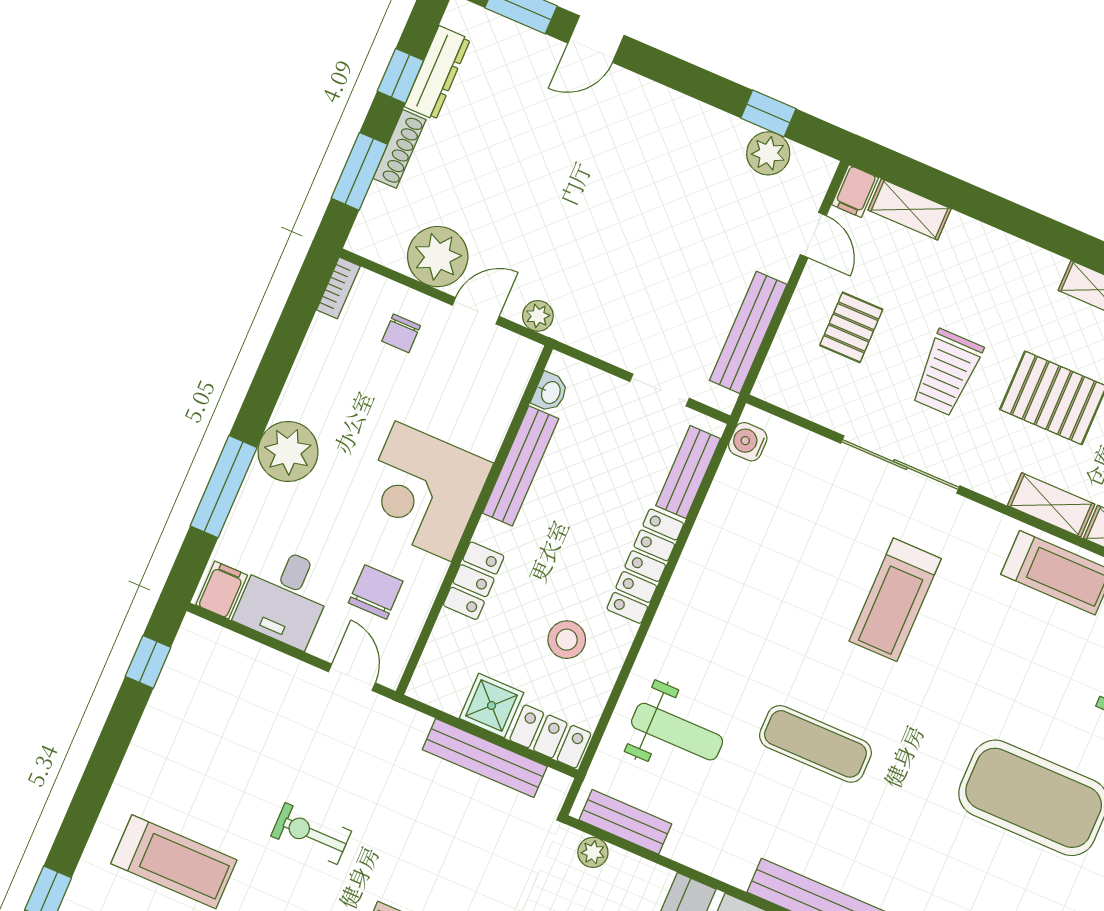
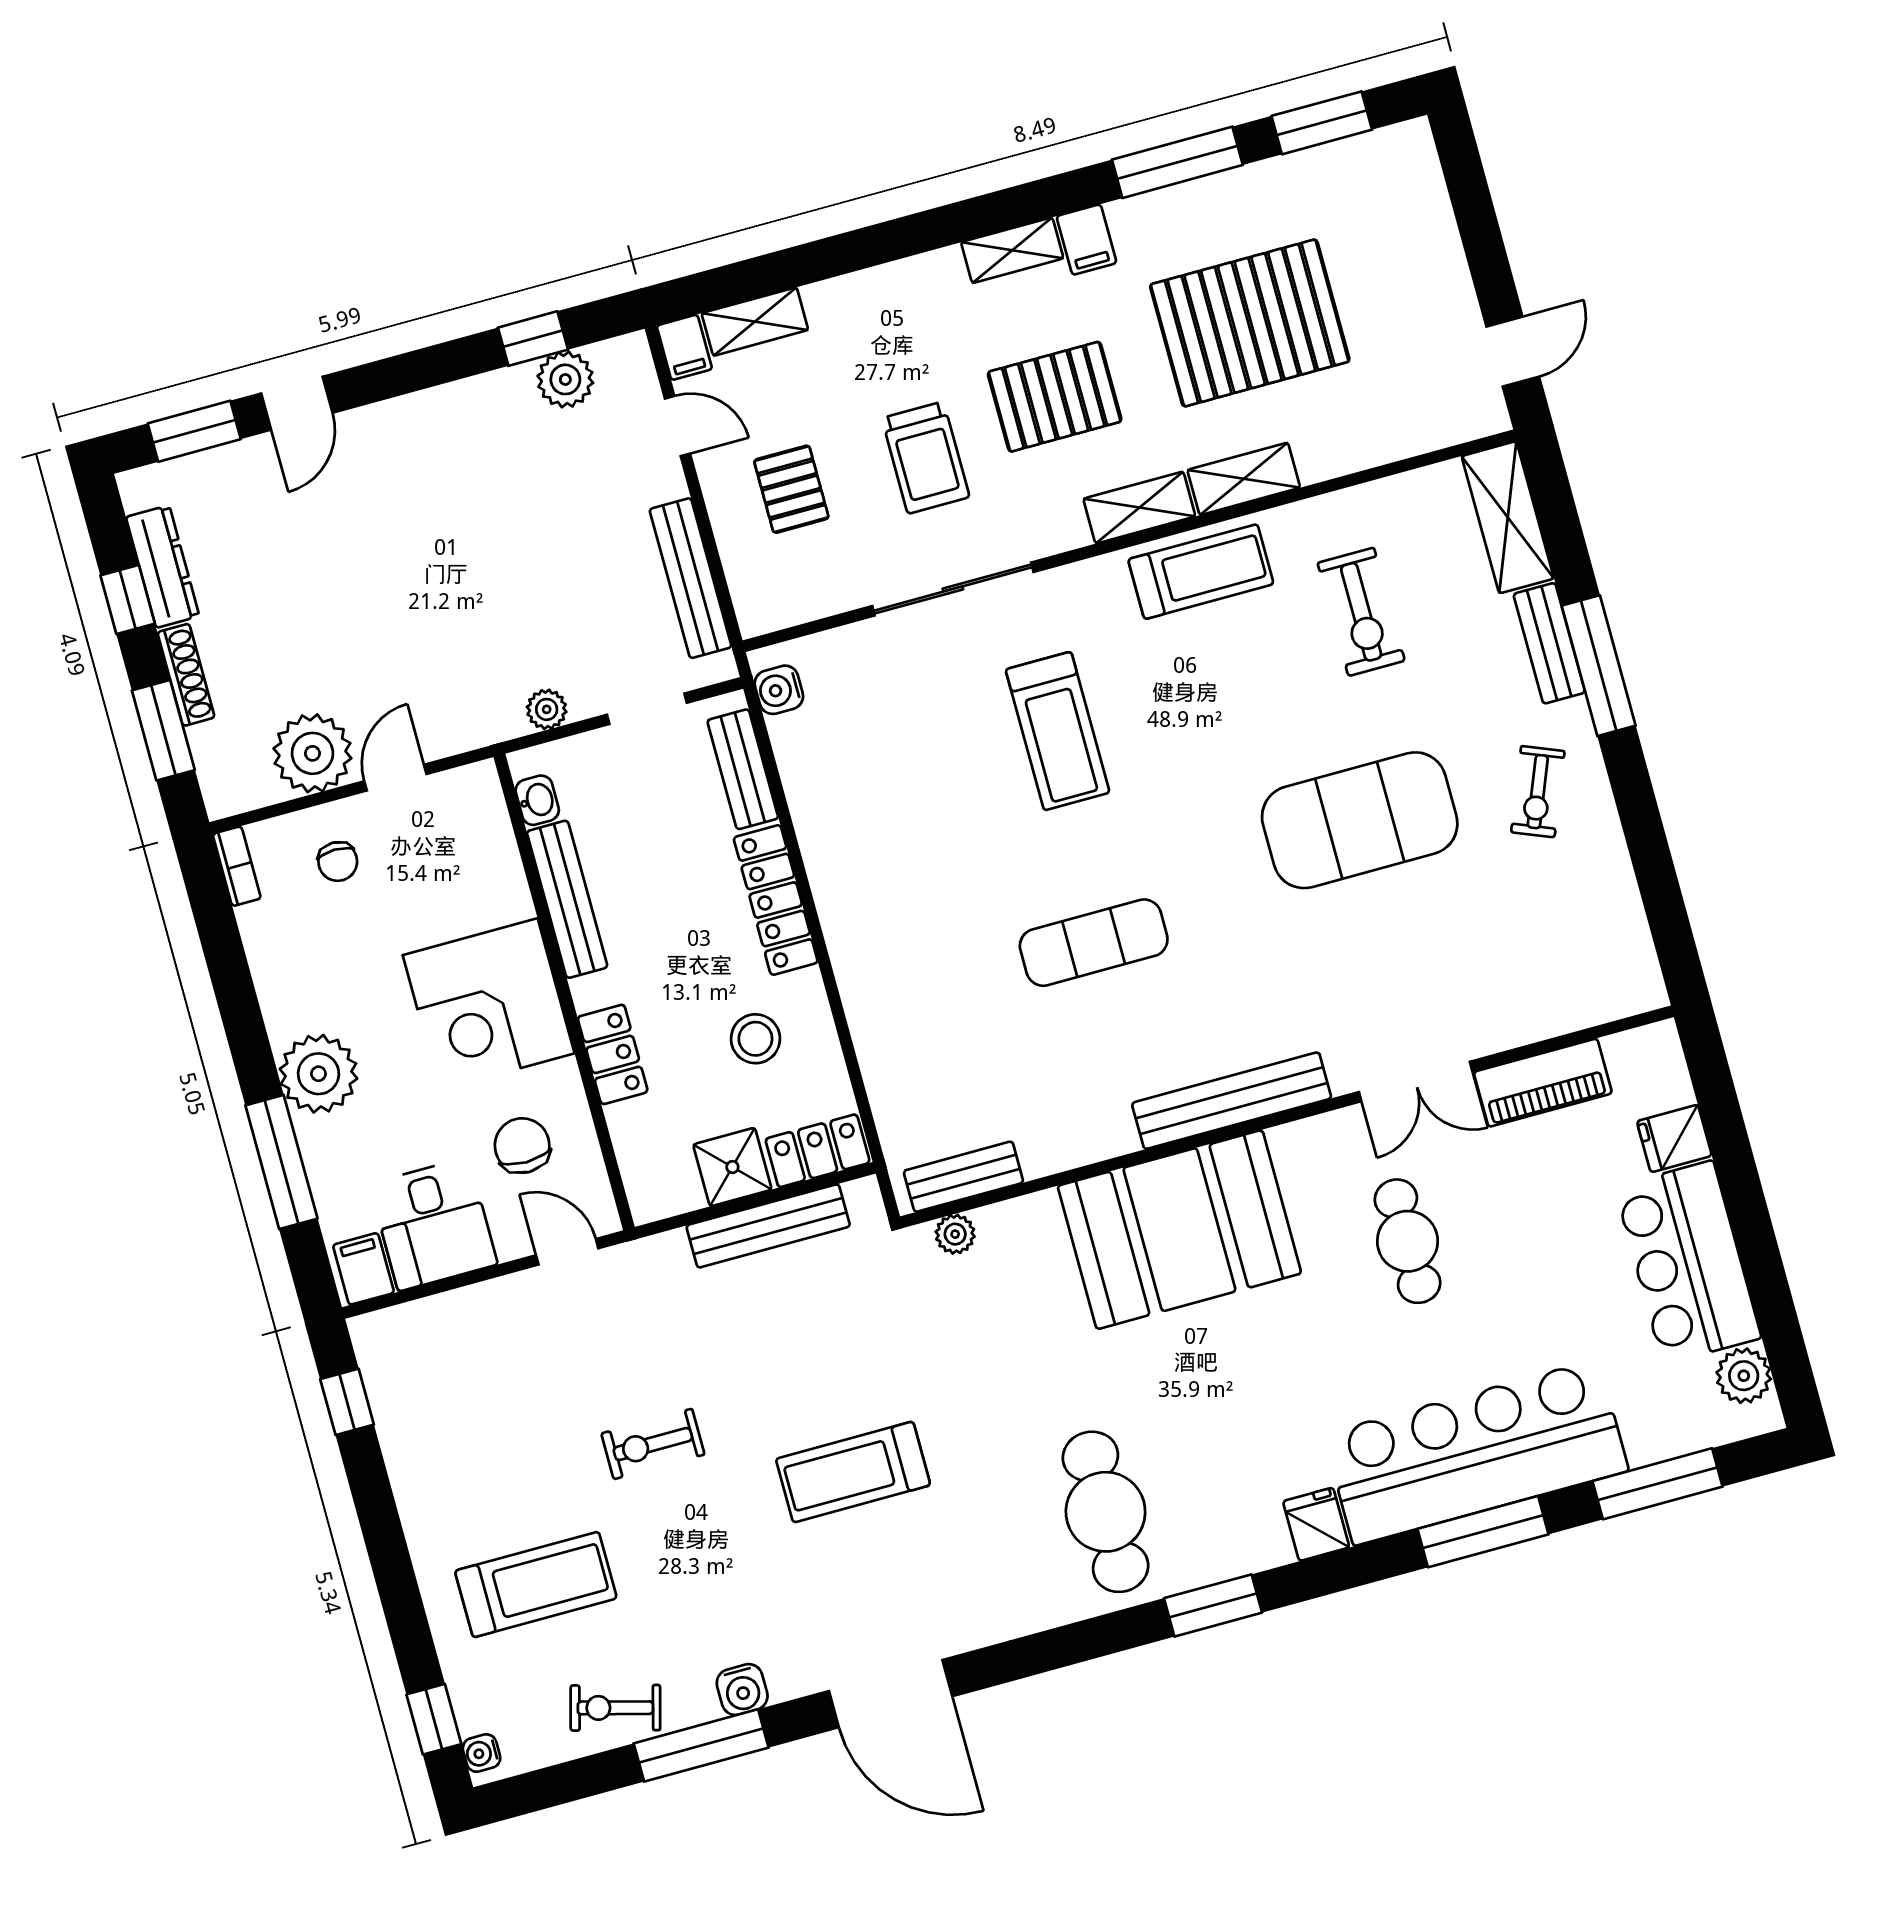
plant: (538, 316) -> (547, 709), moved
weight bench: (677, 732) -> (943, 1043), removed

